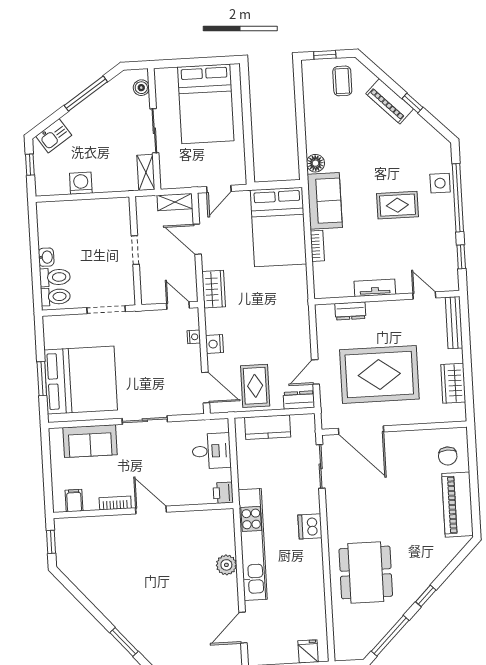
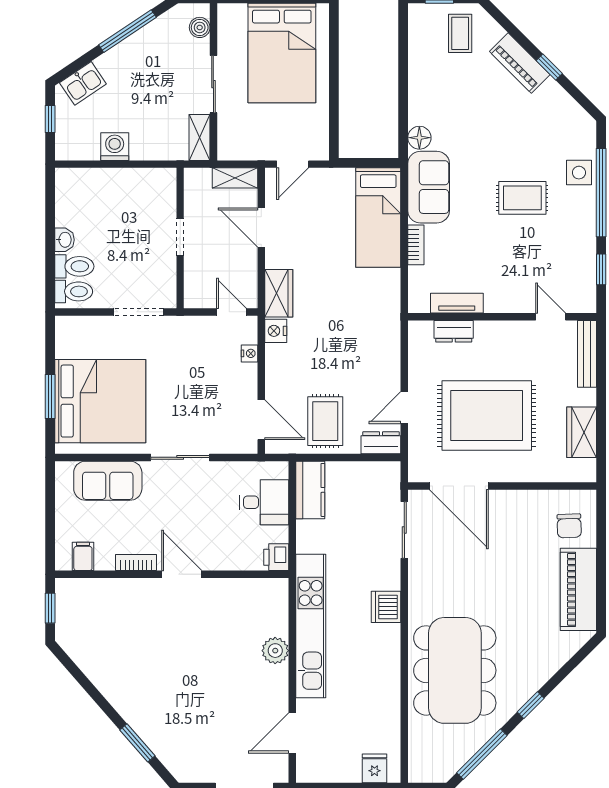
bed: (279, 227) -> (378, 218), width x0.67
tv unit: (375, 288) -> (457, 303), moved
nightstand: (214, 344) -> (276, 331), moved
kitchen counter: (268, 427) -> (310, 490), moved, turned -90
dining table: (366, 572) -> (455, 670), width x1.36, depth x1.24

